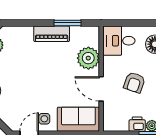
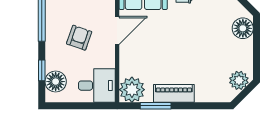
plant: (88, 58) -> (132, 90), moved
door: (101, 89) -> (117, 30), hinge flipped

